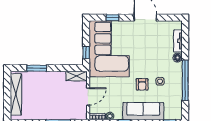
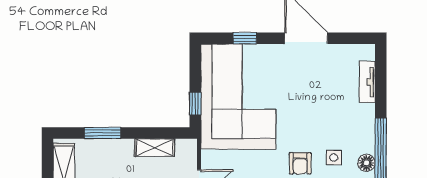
floor lamp: (178, 58) -> (366, 163), moved
shelving: (77, 76) -> (155, 148), moved

